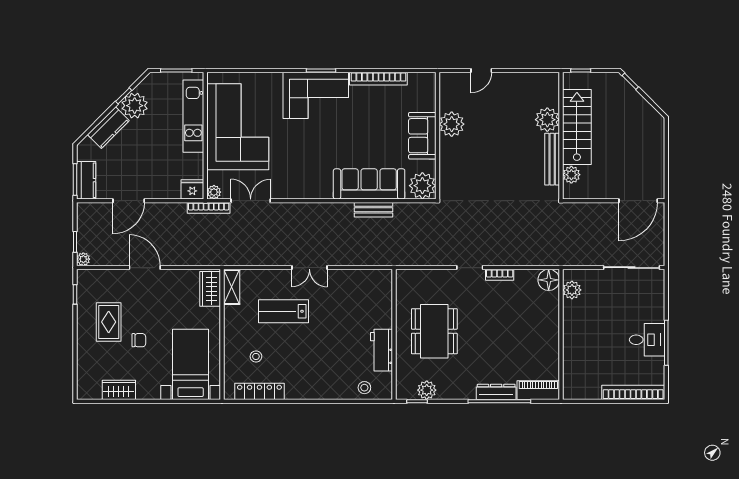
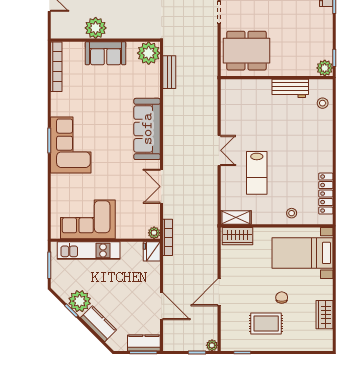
bookcase: (378, 79) -> (56, 67), moved
corner sofa: (238, 127) -> (88, 219), width x0.73, depth x0.74
sofa: (369, 184) -> (147, 129), moved
double door: (251, 201) -> (162, 186), moved
bench: (373, 210) -> (169, 72), moved
dining table: (434, 331) -> (246, 51), moved
stool: (256, 356) -> (292, 213), moved
plant: (427, 390) -> (325, 68), moved

